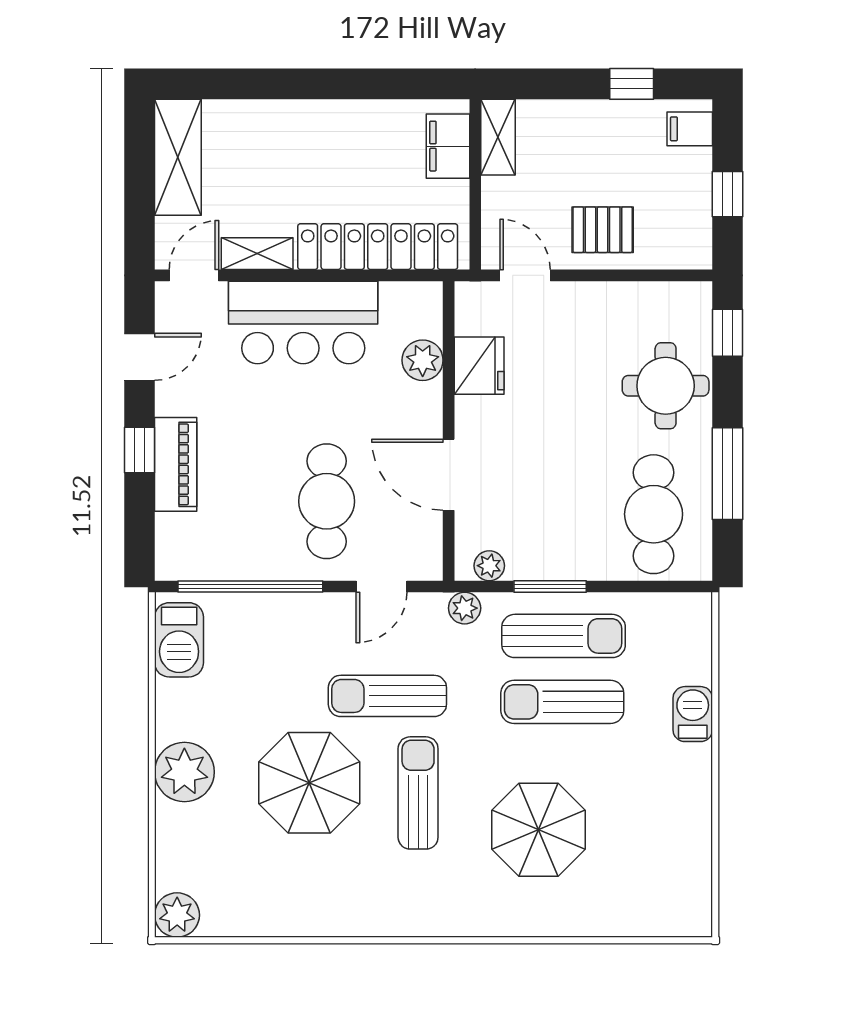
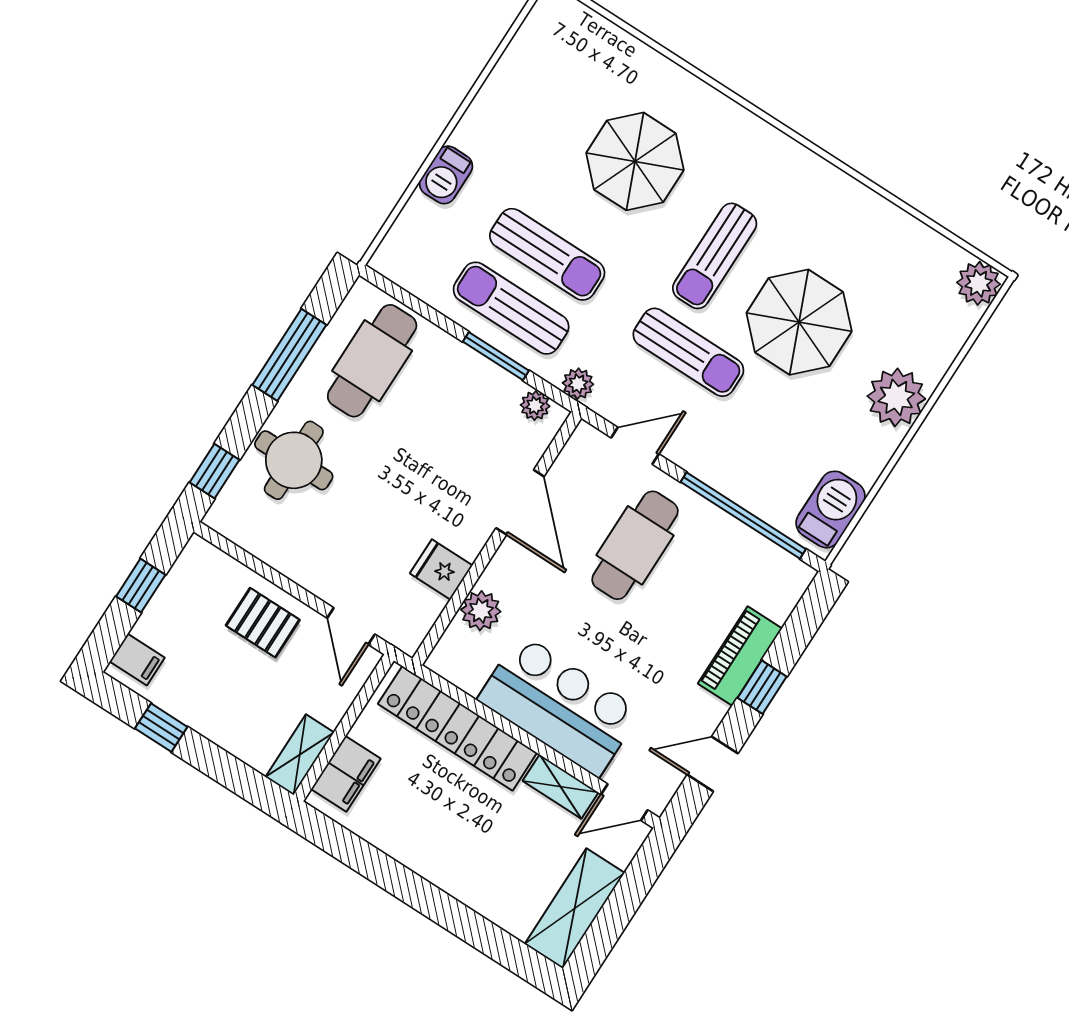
fridge: (479, 366) -> (441, 569), width x0.72

